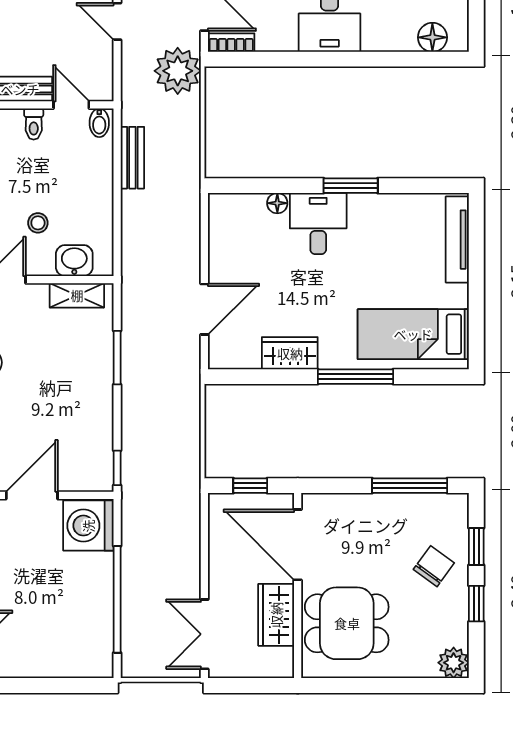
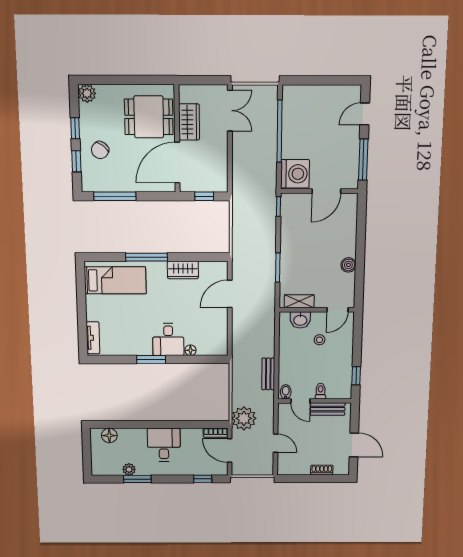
tv unit: (457, 240) -> (93, 338), width x0.71
door: (298, 545) -> (177, 163), swing flipped

